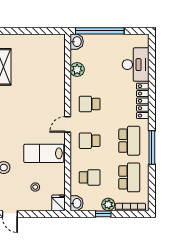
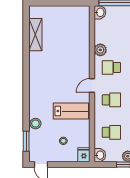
plant: (77, 70) -> (100, 50), moved
school desk: (90, 141) -> (111, 100), turned 180
lab bench: (44, 153) -> (71, 111), turned 180

